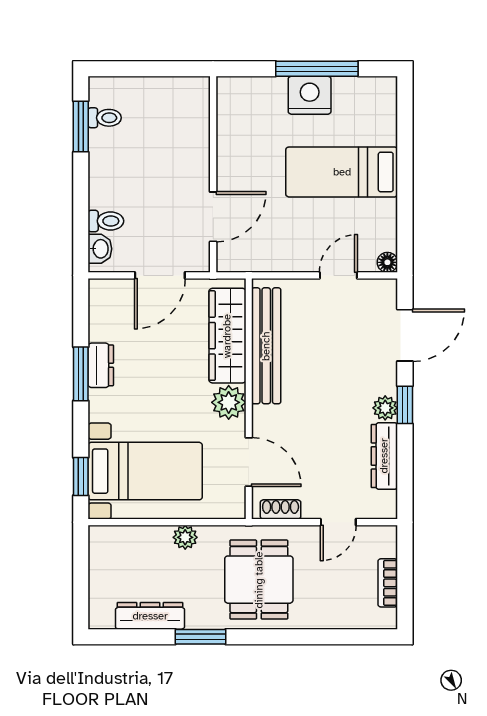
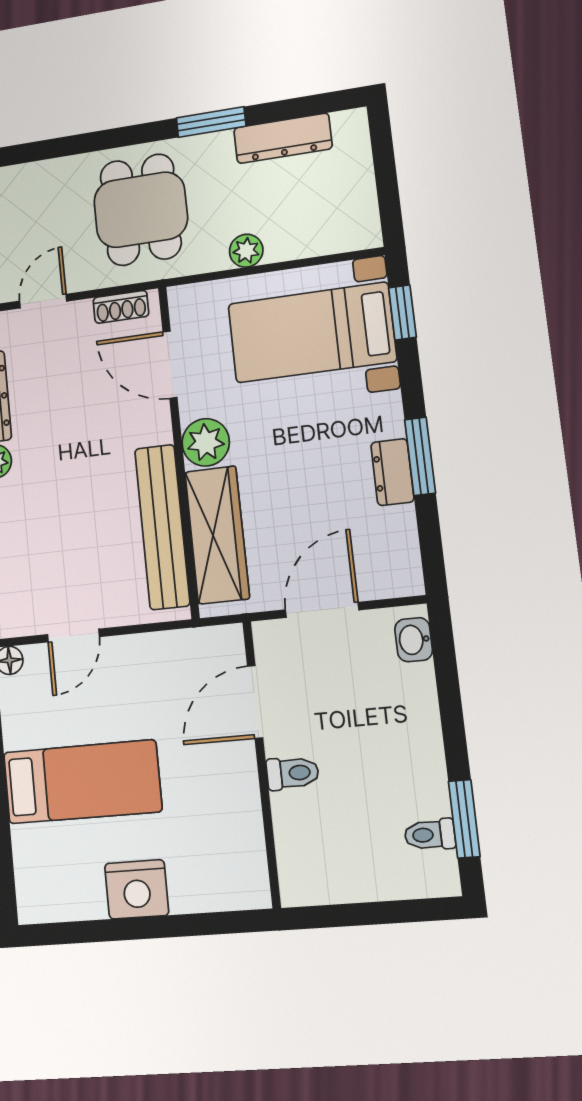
window: (317, 69) -> (130, 929), removed
toilet: (106, 221) -> (293, 773), moved, turned 180

